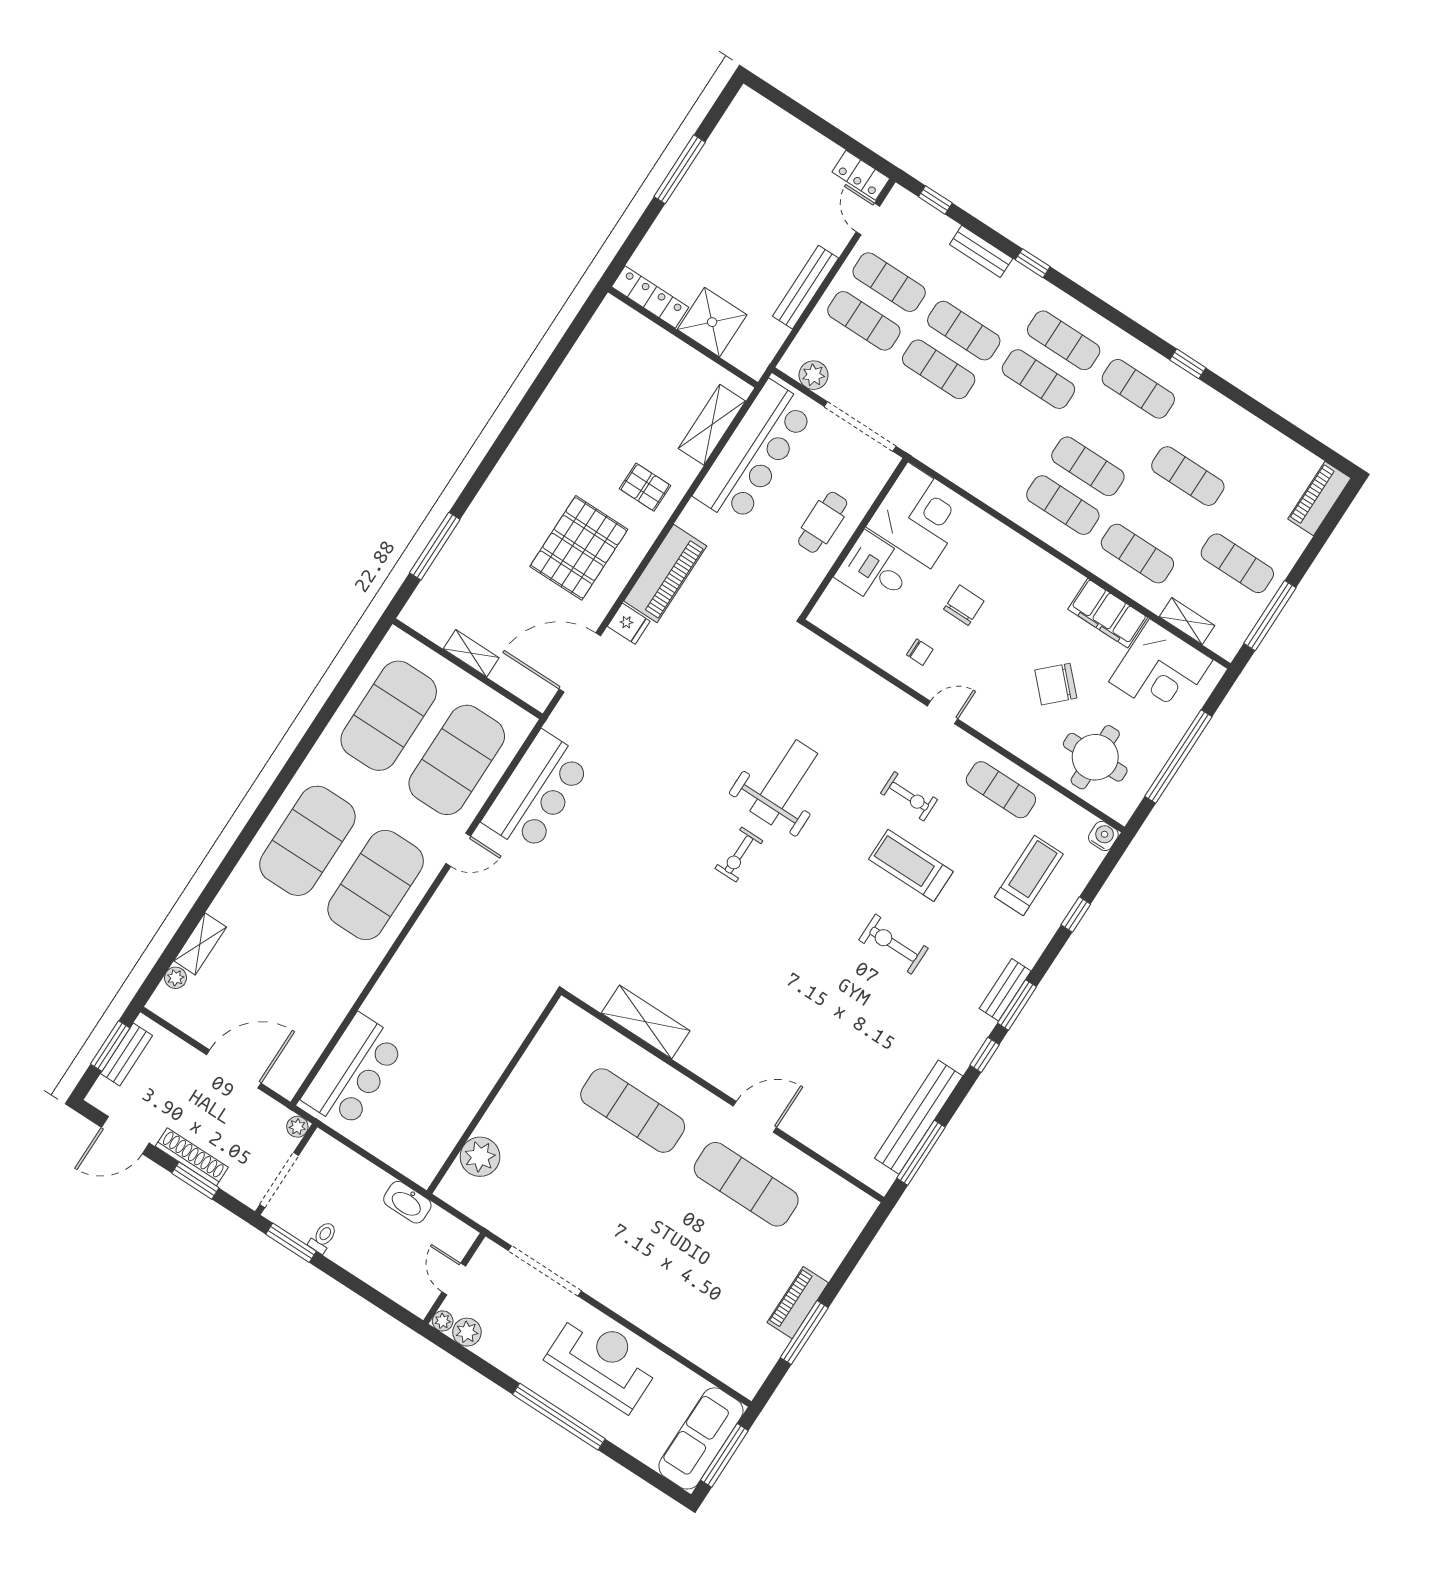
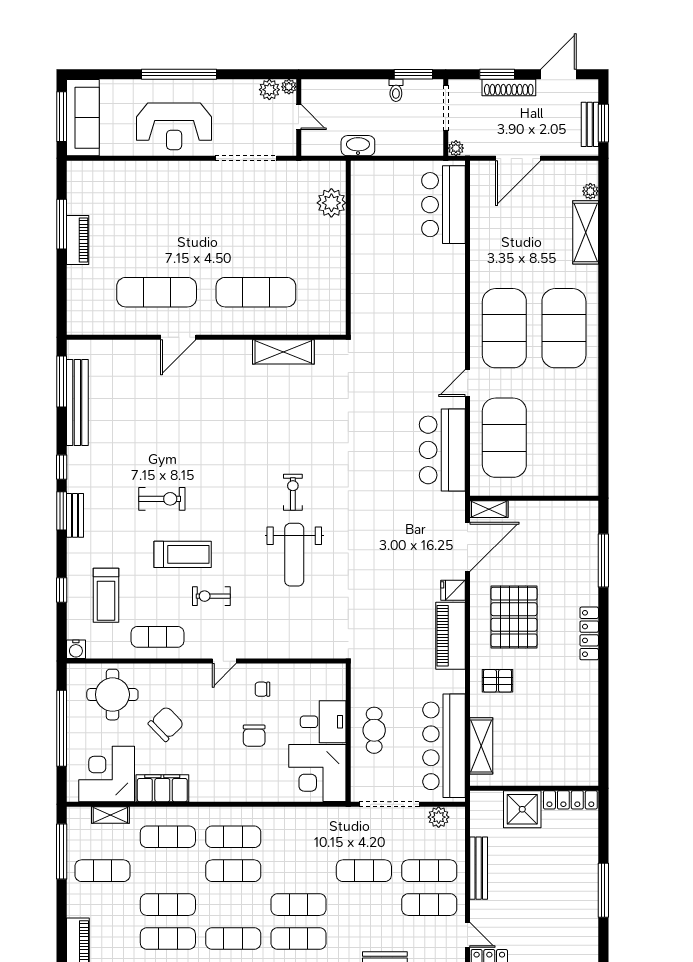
exercise mat: (964, 331) -> (168, 938), moved
locker: (505, 473) -> (589, 633), added
shelving: (471, 653) -> (489, 509), moved
exercise mat: (389, 716) -> (564, 438), removed
shelving: (200, 944) -> (586, 232), width x1.50, depth x1.33

